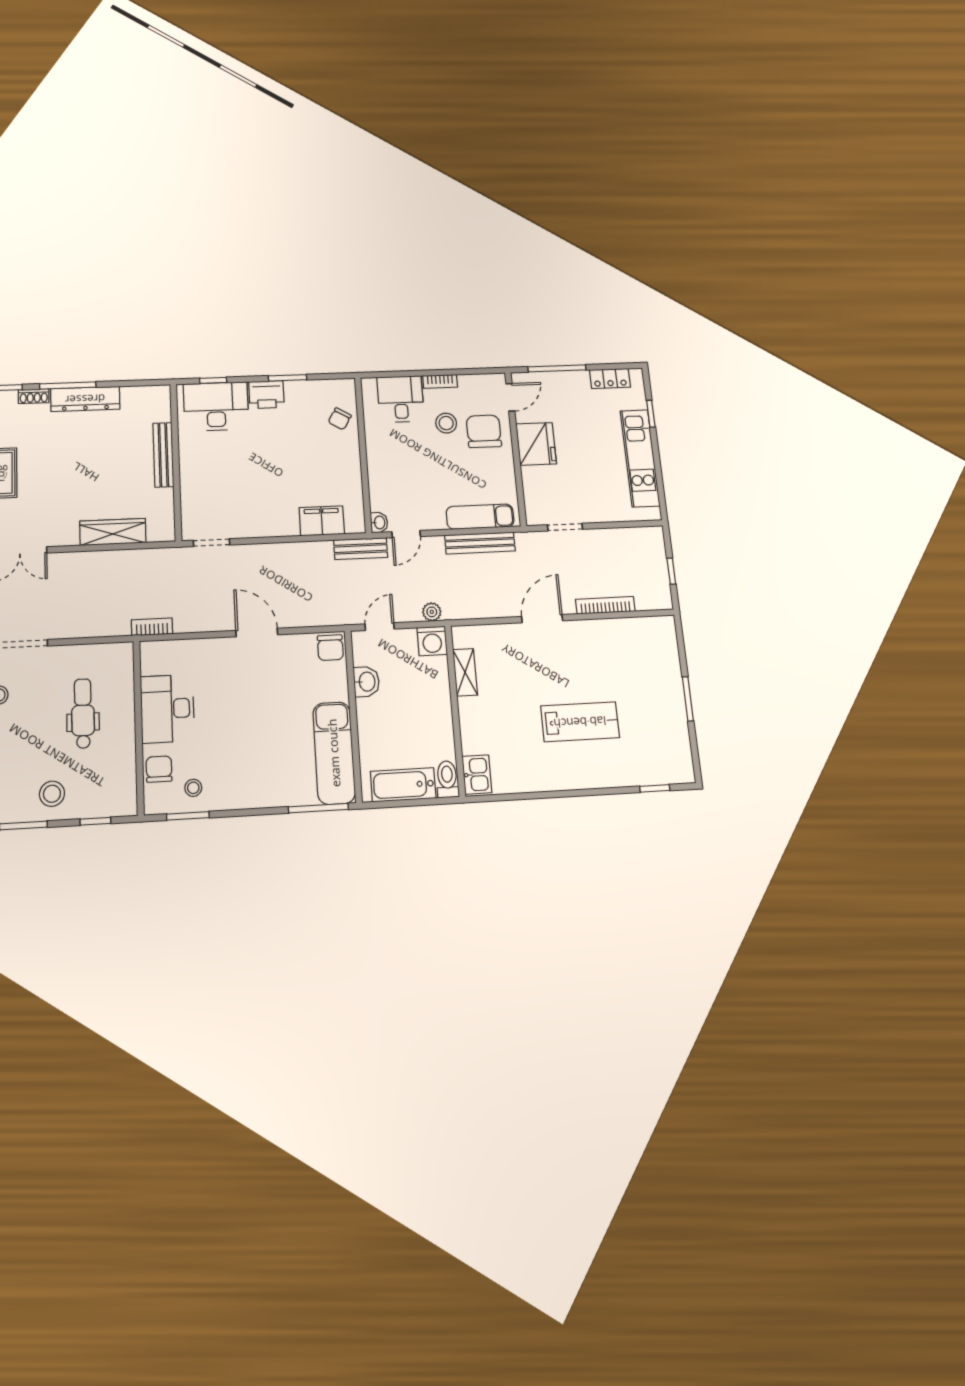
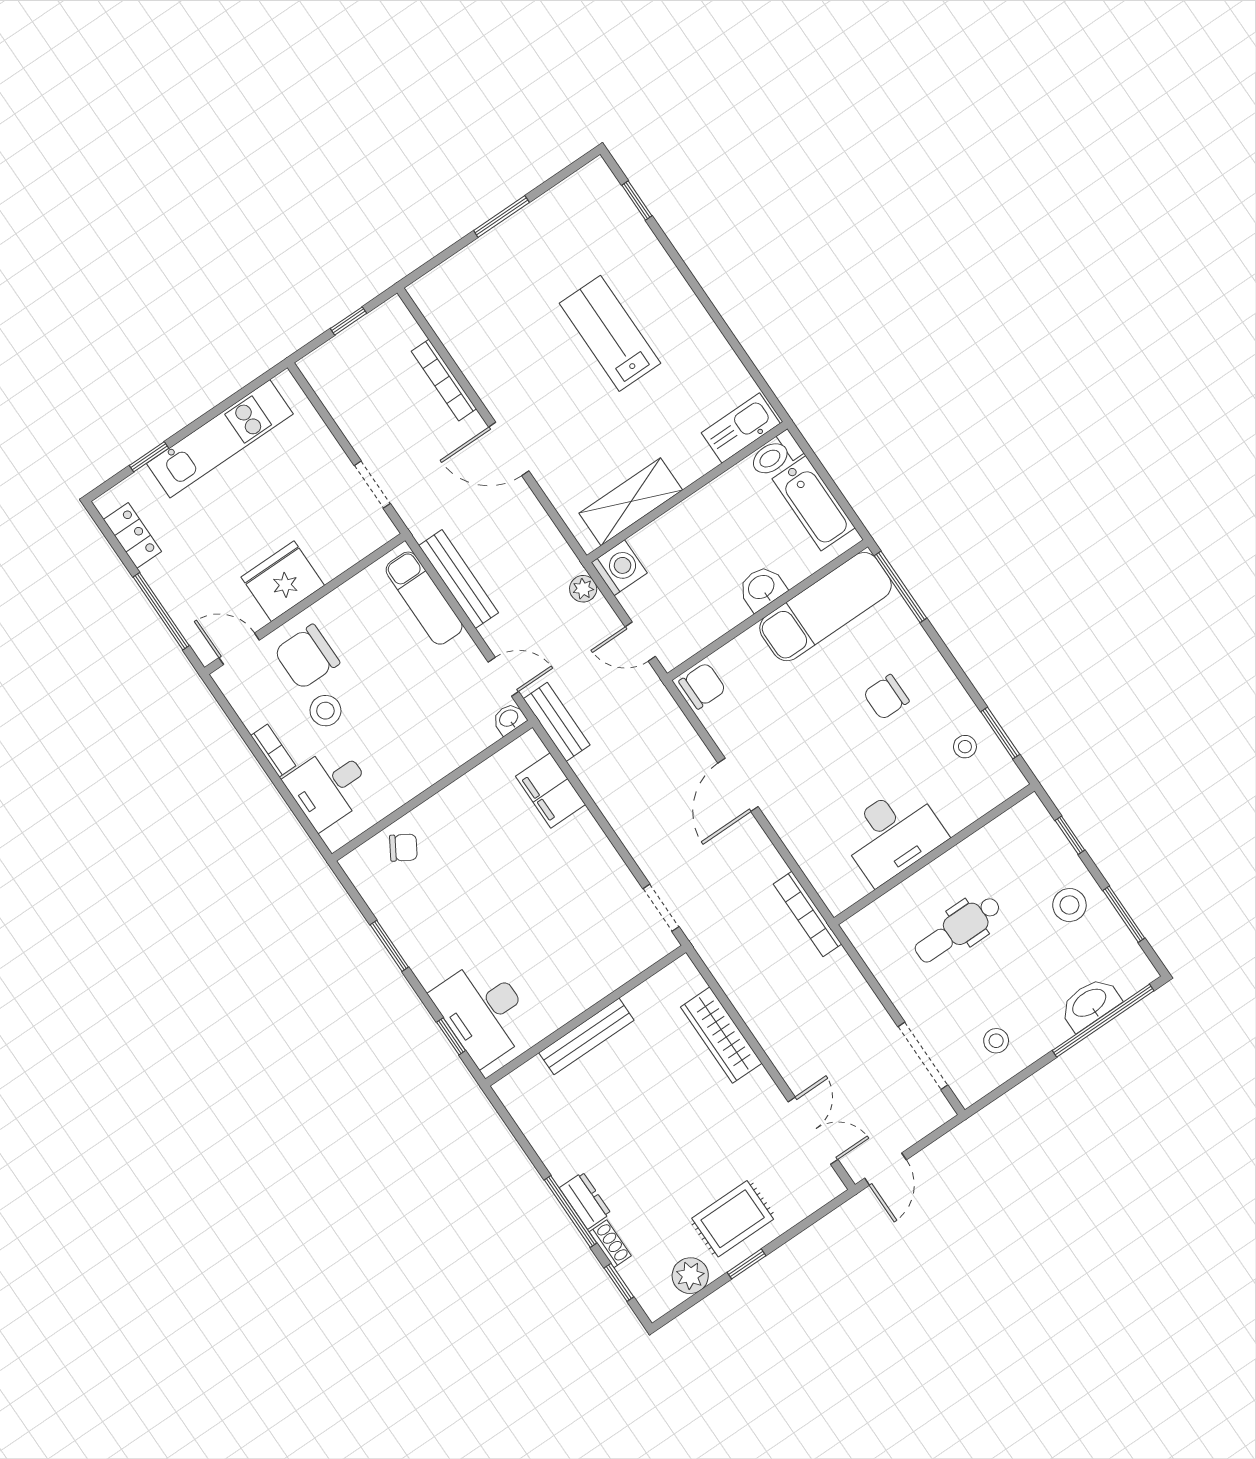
printer: (267, 394) -> (428, 958), removed
dresser: (85, 399) -> (585, 1201), width x0.51, depth x0.80
bookcase: (152, 627) -> (807, 914), width x1.56
shelving: (465, 672) -> (631, 502), width x1.50, depth x1.33
washbasin: (366, 682) -> (762, 588), moved
chair: (159, 769) -> (886, 697), moved
kitchen sink: (477, 775) -> (741, 428), width x1.38

